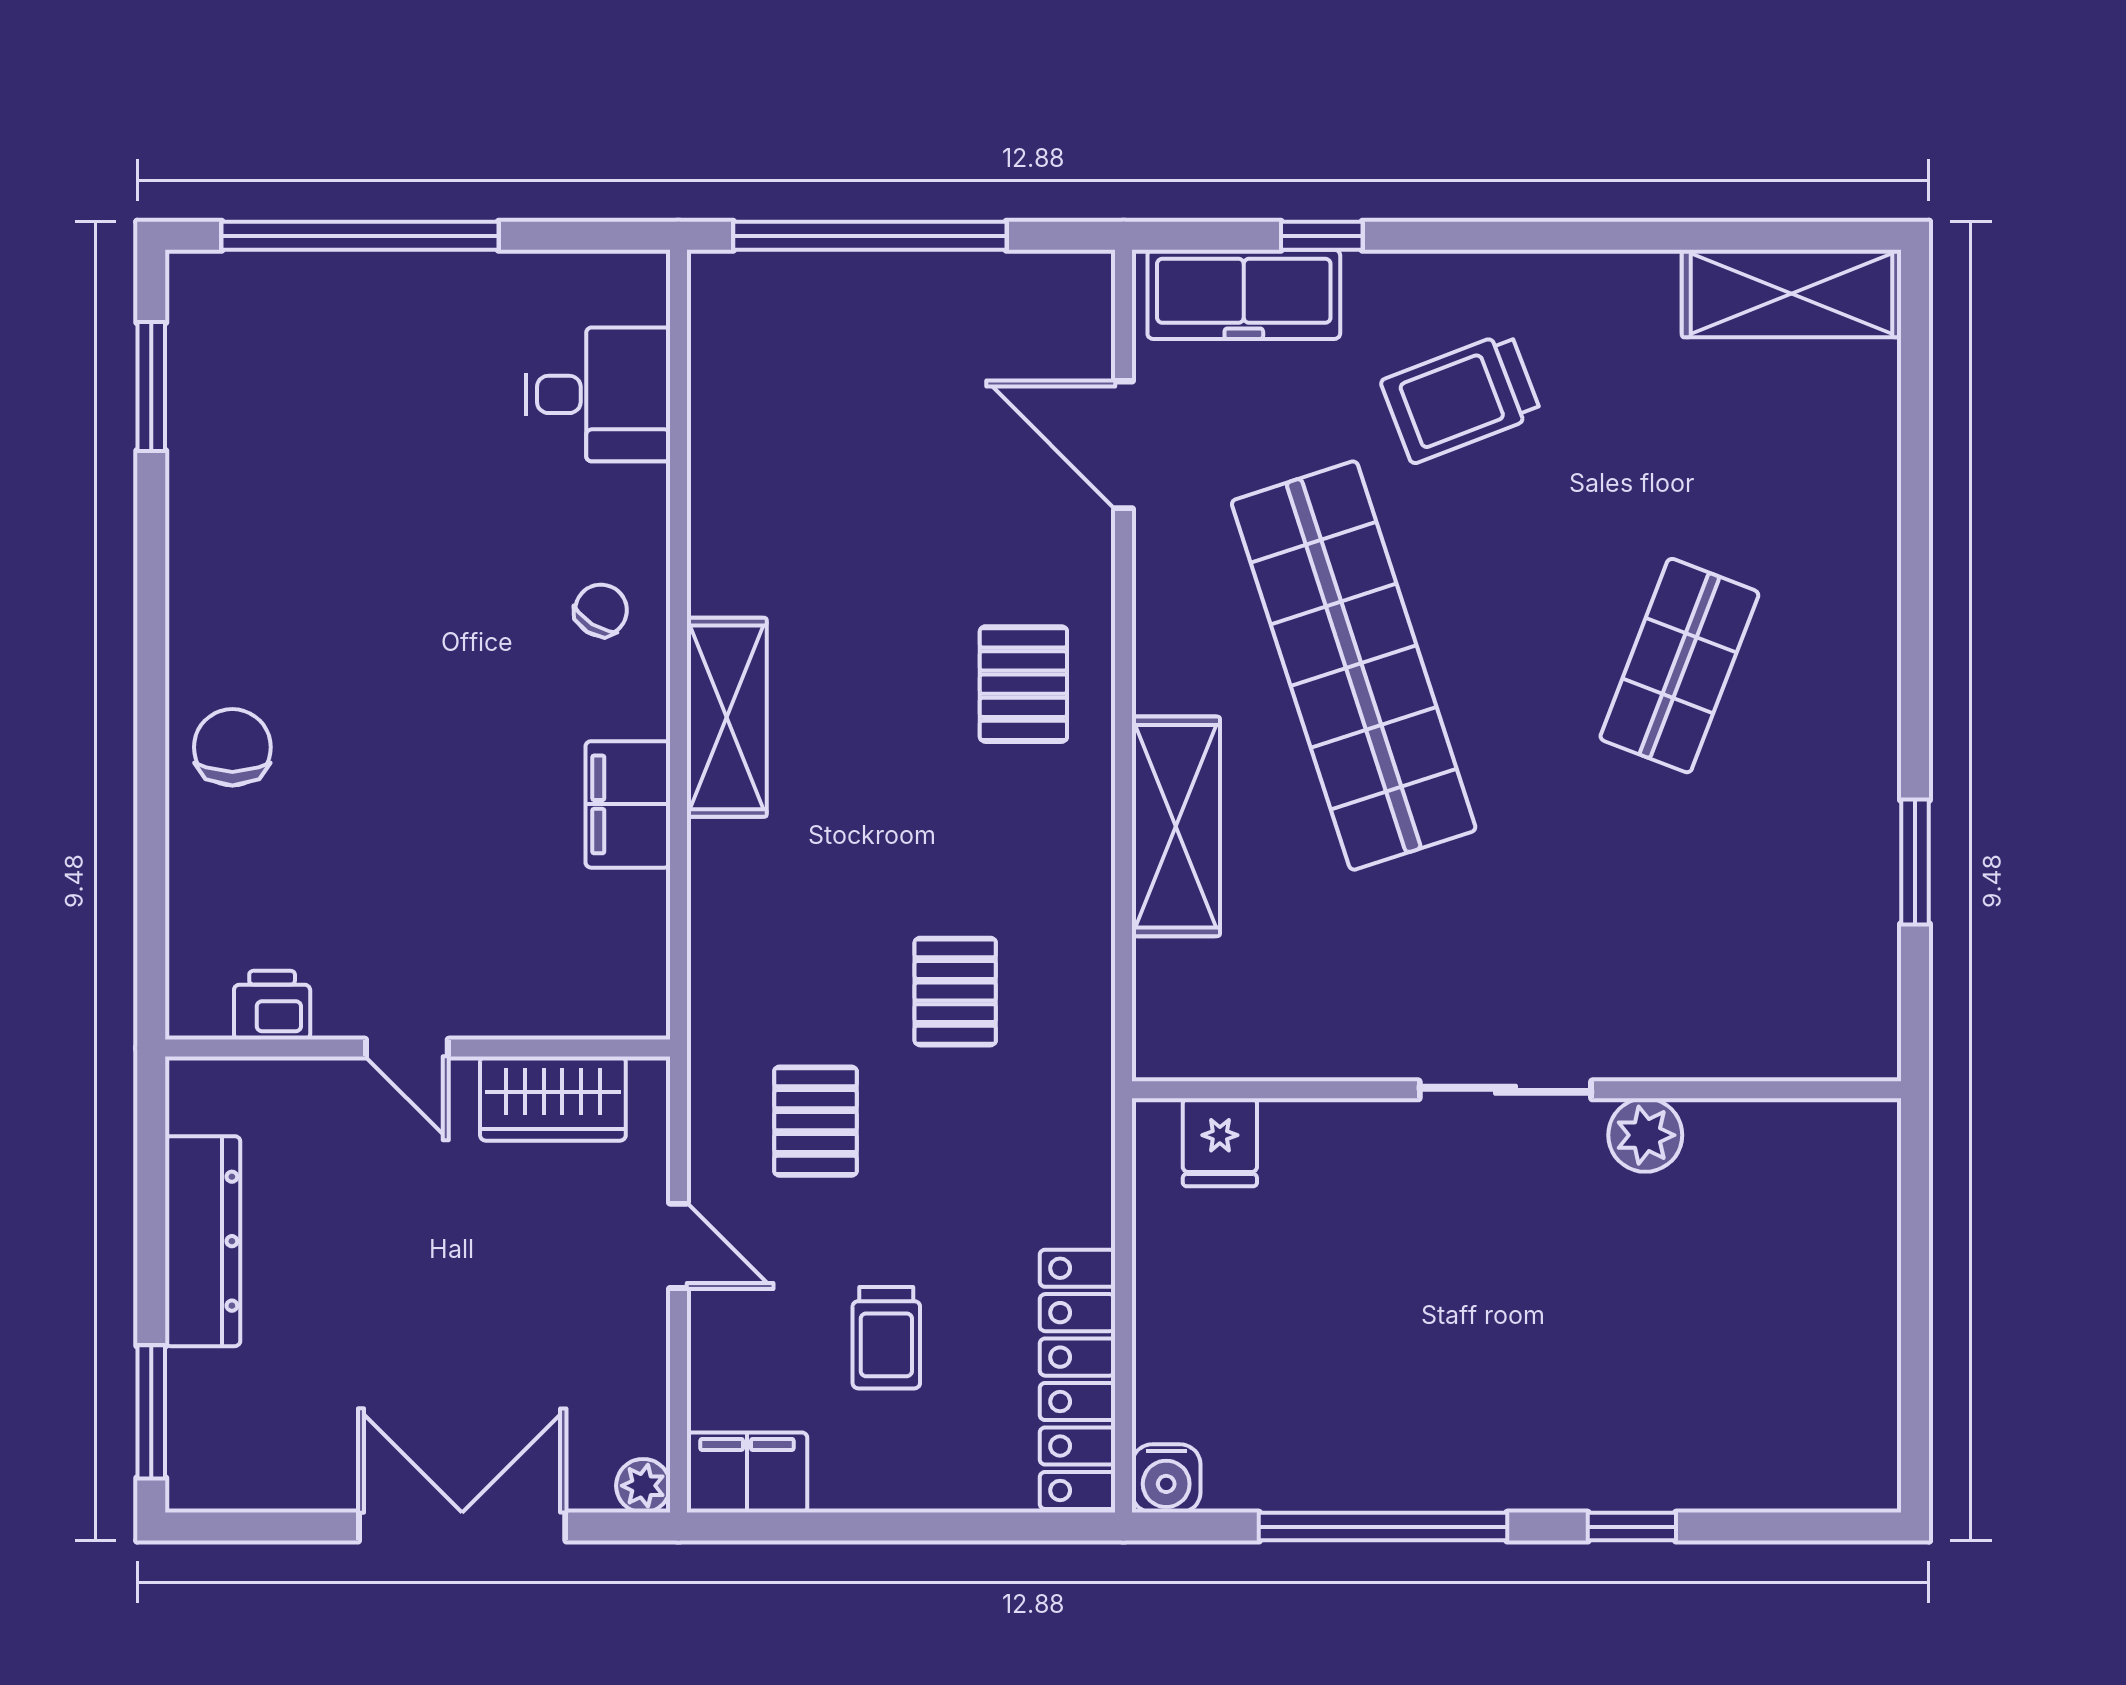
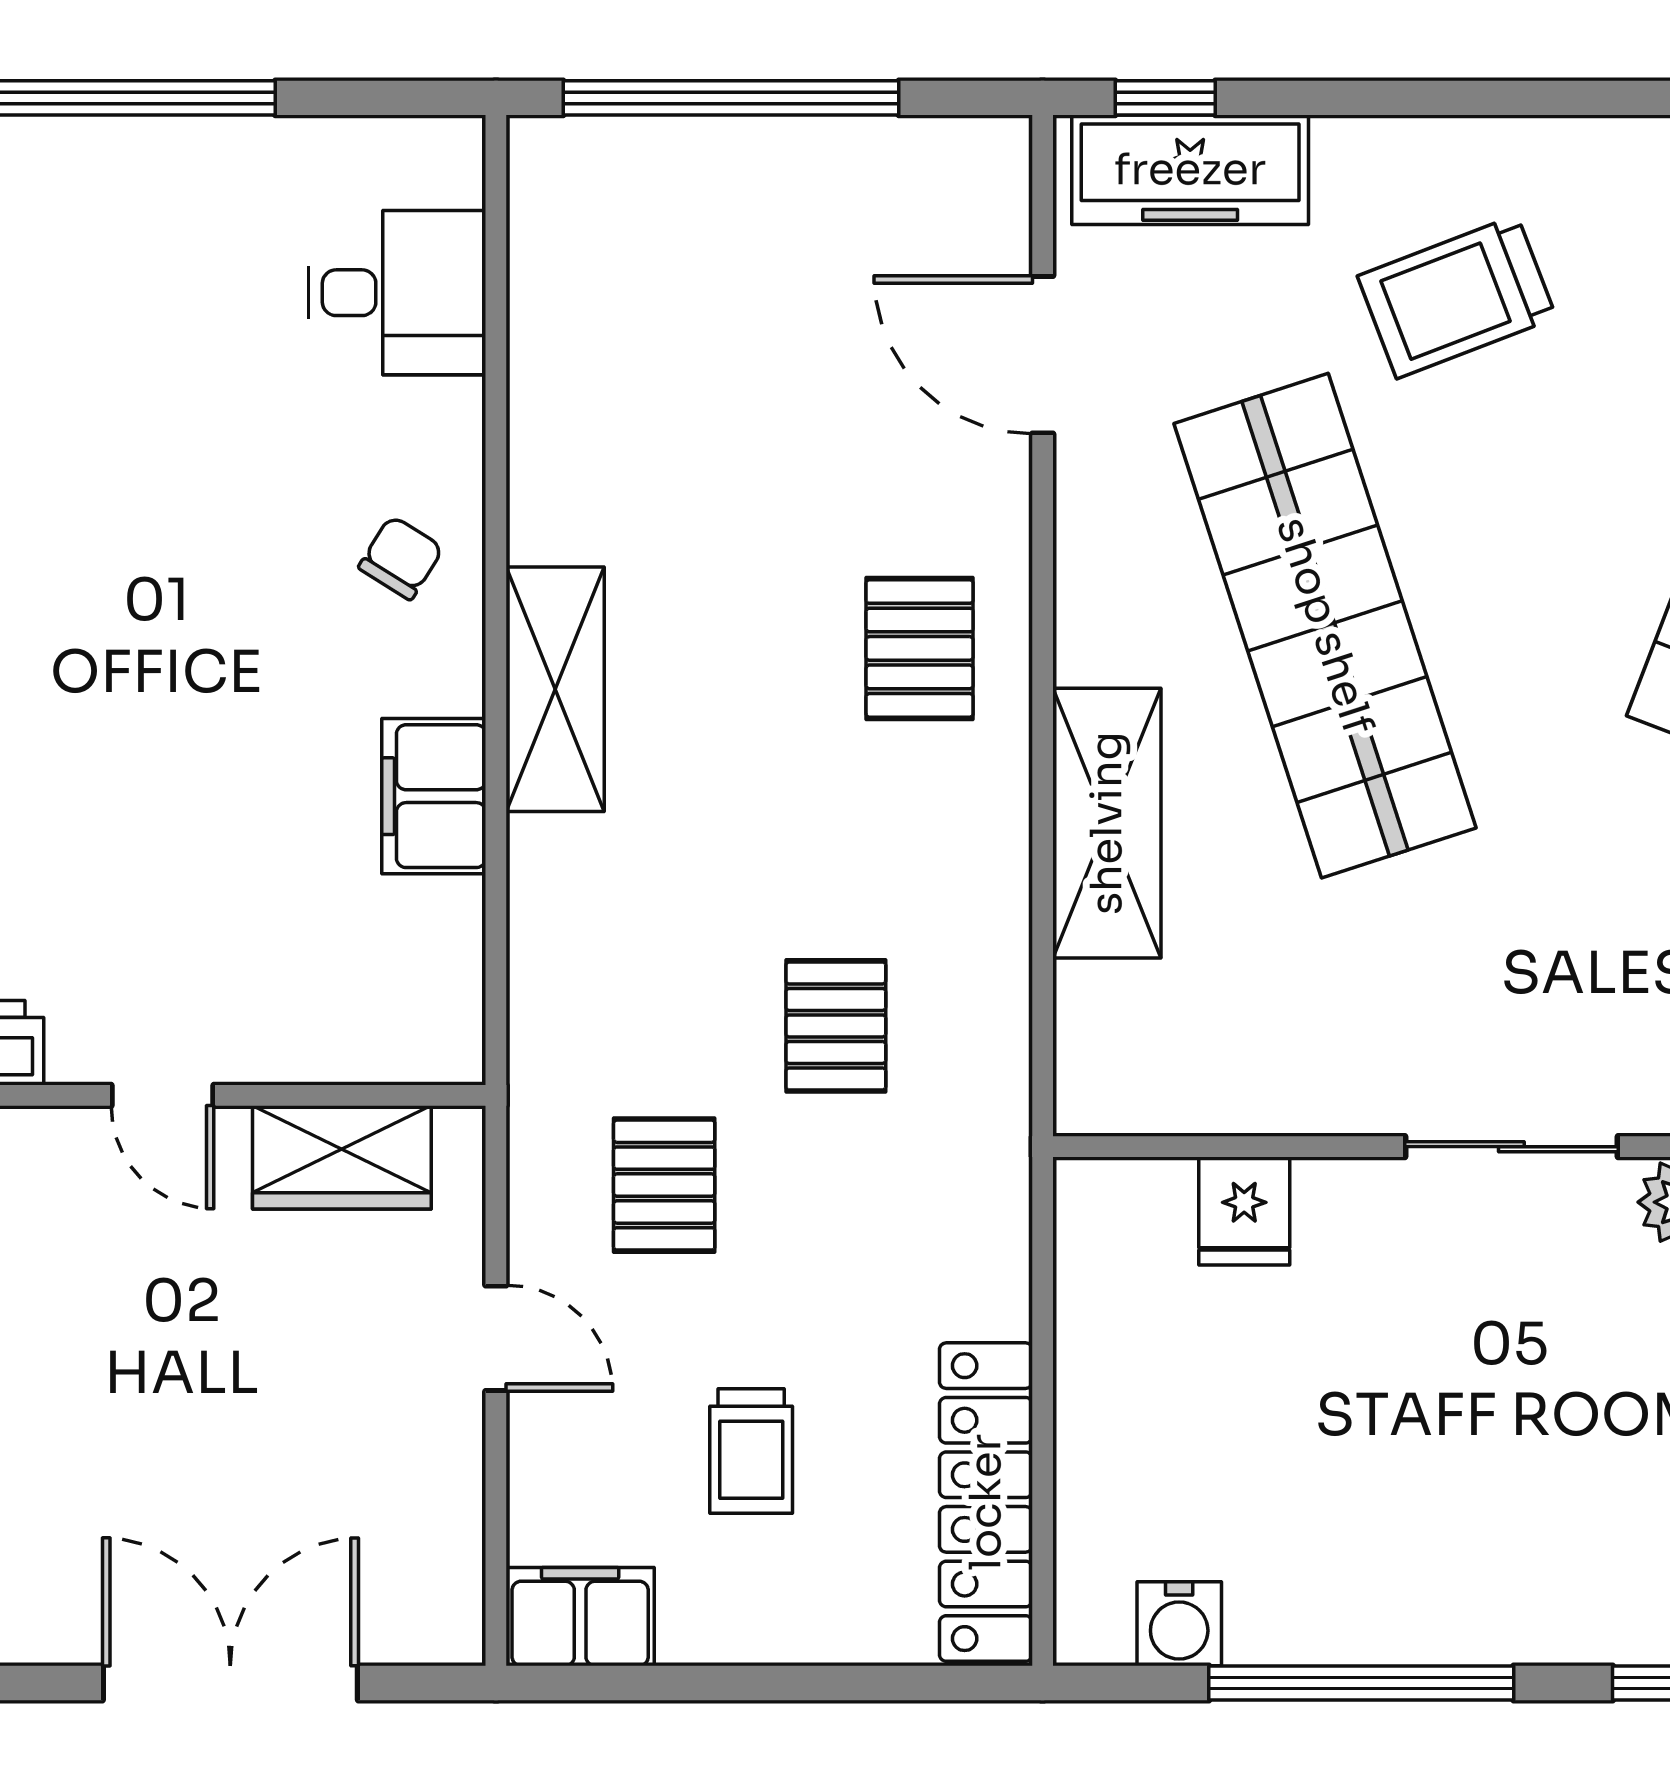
window: (1322, 236) -> (1165, 98), moved
fridge: (1220, 1142) -> (1244, 1211), moved
water cooler: (1166, 1478) -> (1179, 1624), moved
plant: (643, 1486) -> (453, 1633), removed

